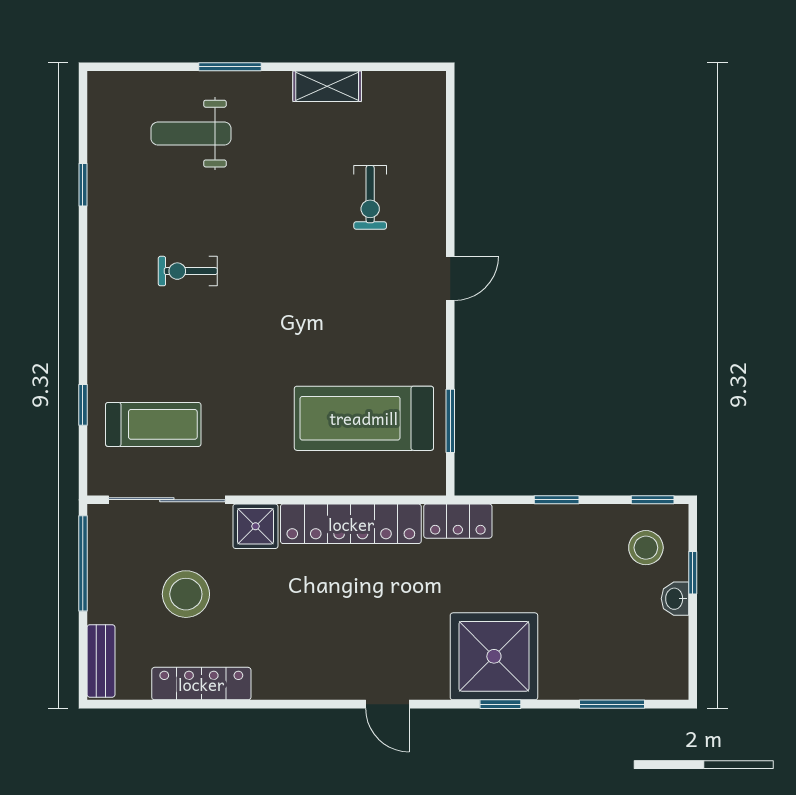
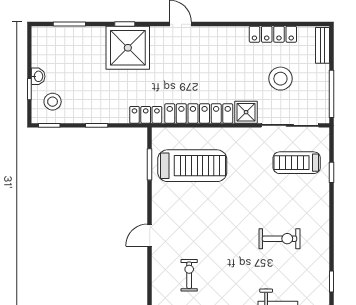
exercise bike: (188, 271) -> (280, 239), width x1.38, depth x1.39

